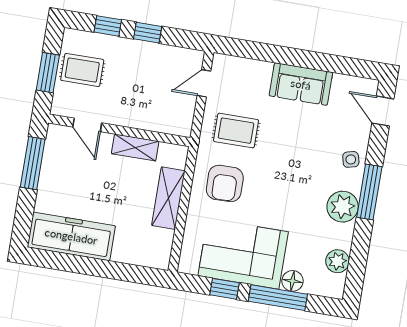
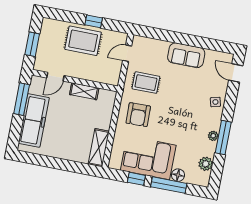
window: (108, 26) -> (69, 17), removed
rug: (82, 70) -> (83, 41), moved, width x1.36, depth x1.43
door: (87, 125) -> (55, 77), hinge flipped
window: (369, 192) -> (223, 137), moved
shelving: (168, 198) -> (99, 148), moved
plant: (343, 207) -> (213, 136), width x0.53, depth x0.53
freezer: (71, 236) -> (34, 120), moved, turned 90

